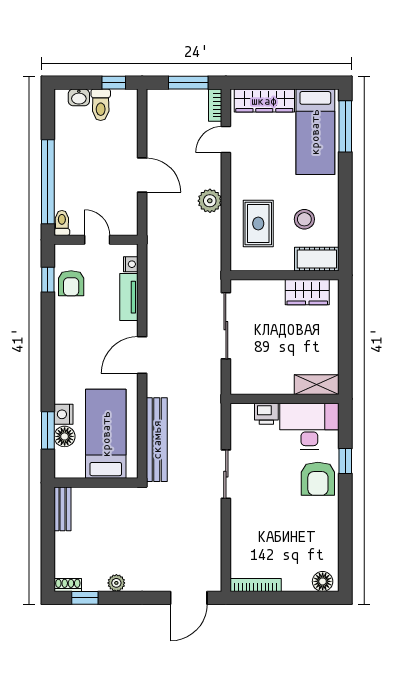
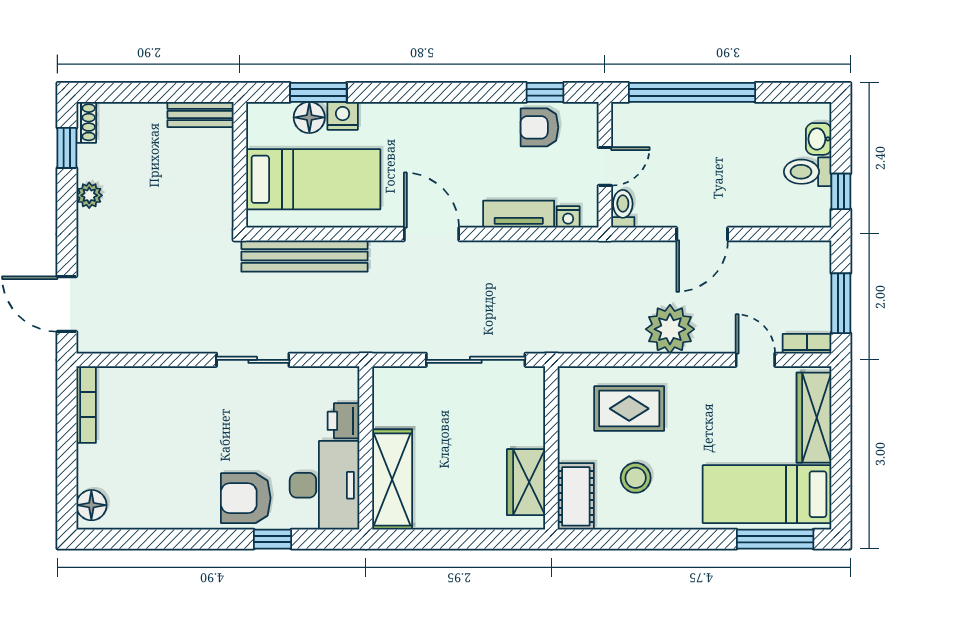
plant: (210, 201) -> (670, 329), width x1.36, depth x1.36
toilet: (62, 223) -> (623, 209), moved, turned -90
shelving: (317, 385) -> (392, 480), width x1.50, depth x1.33

